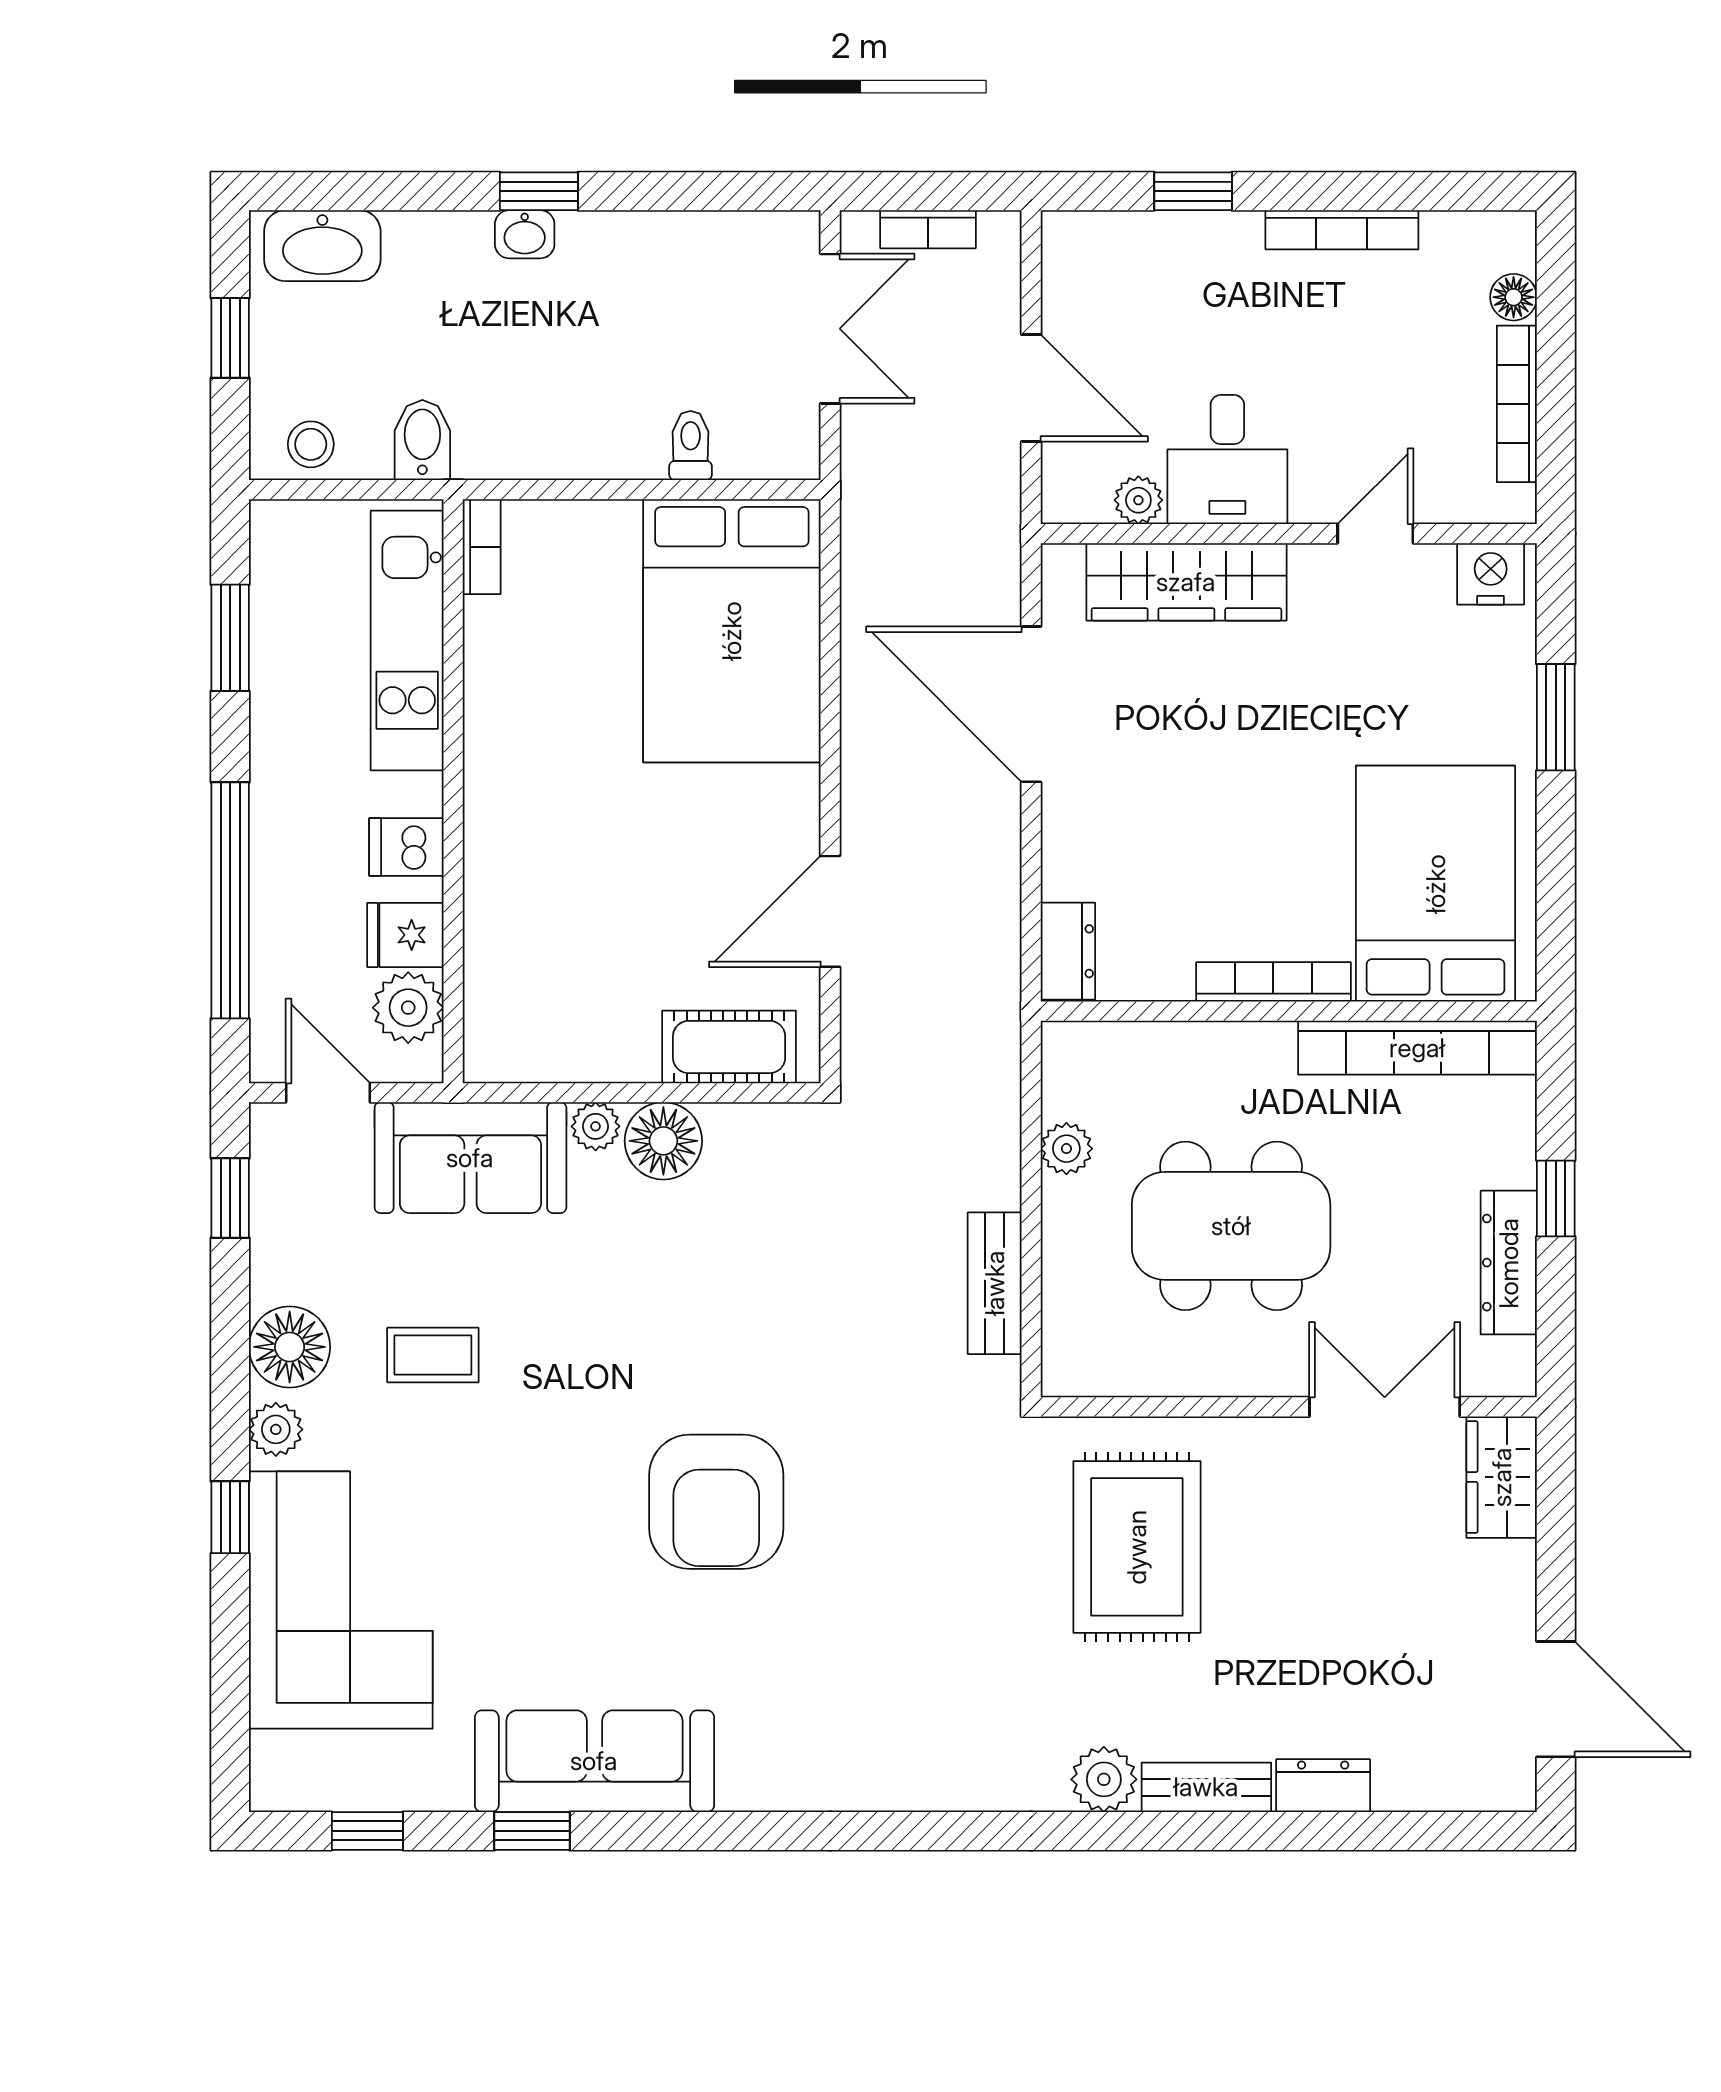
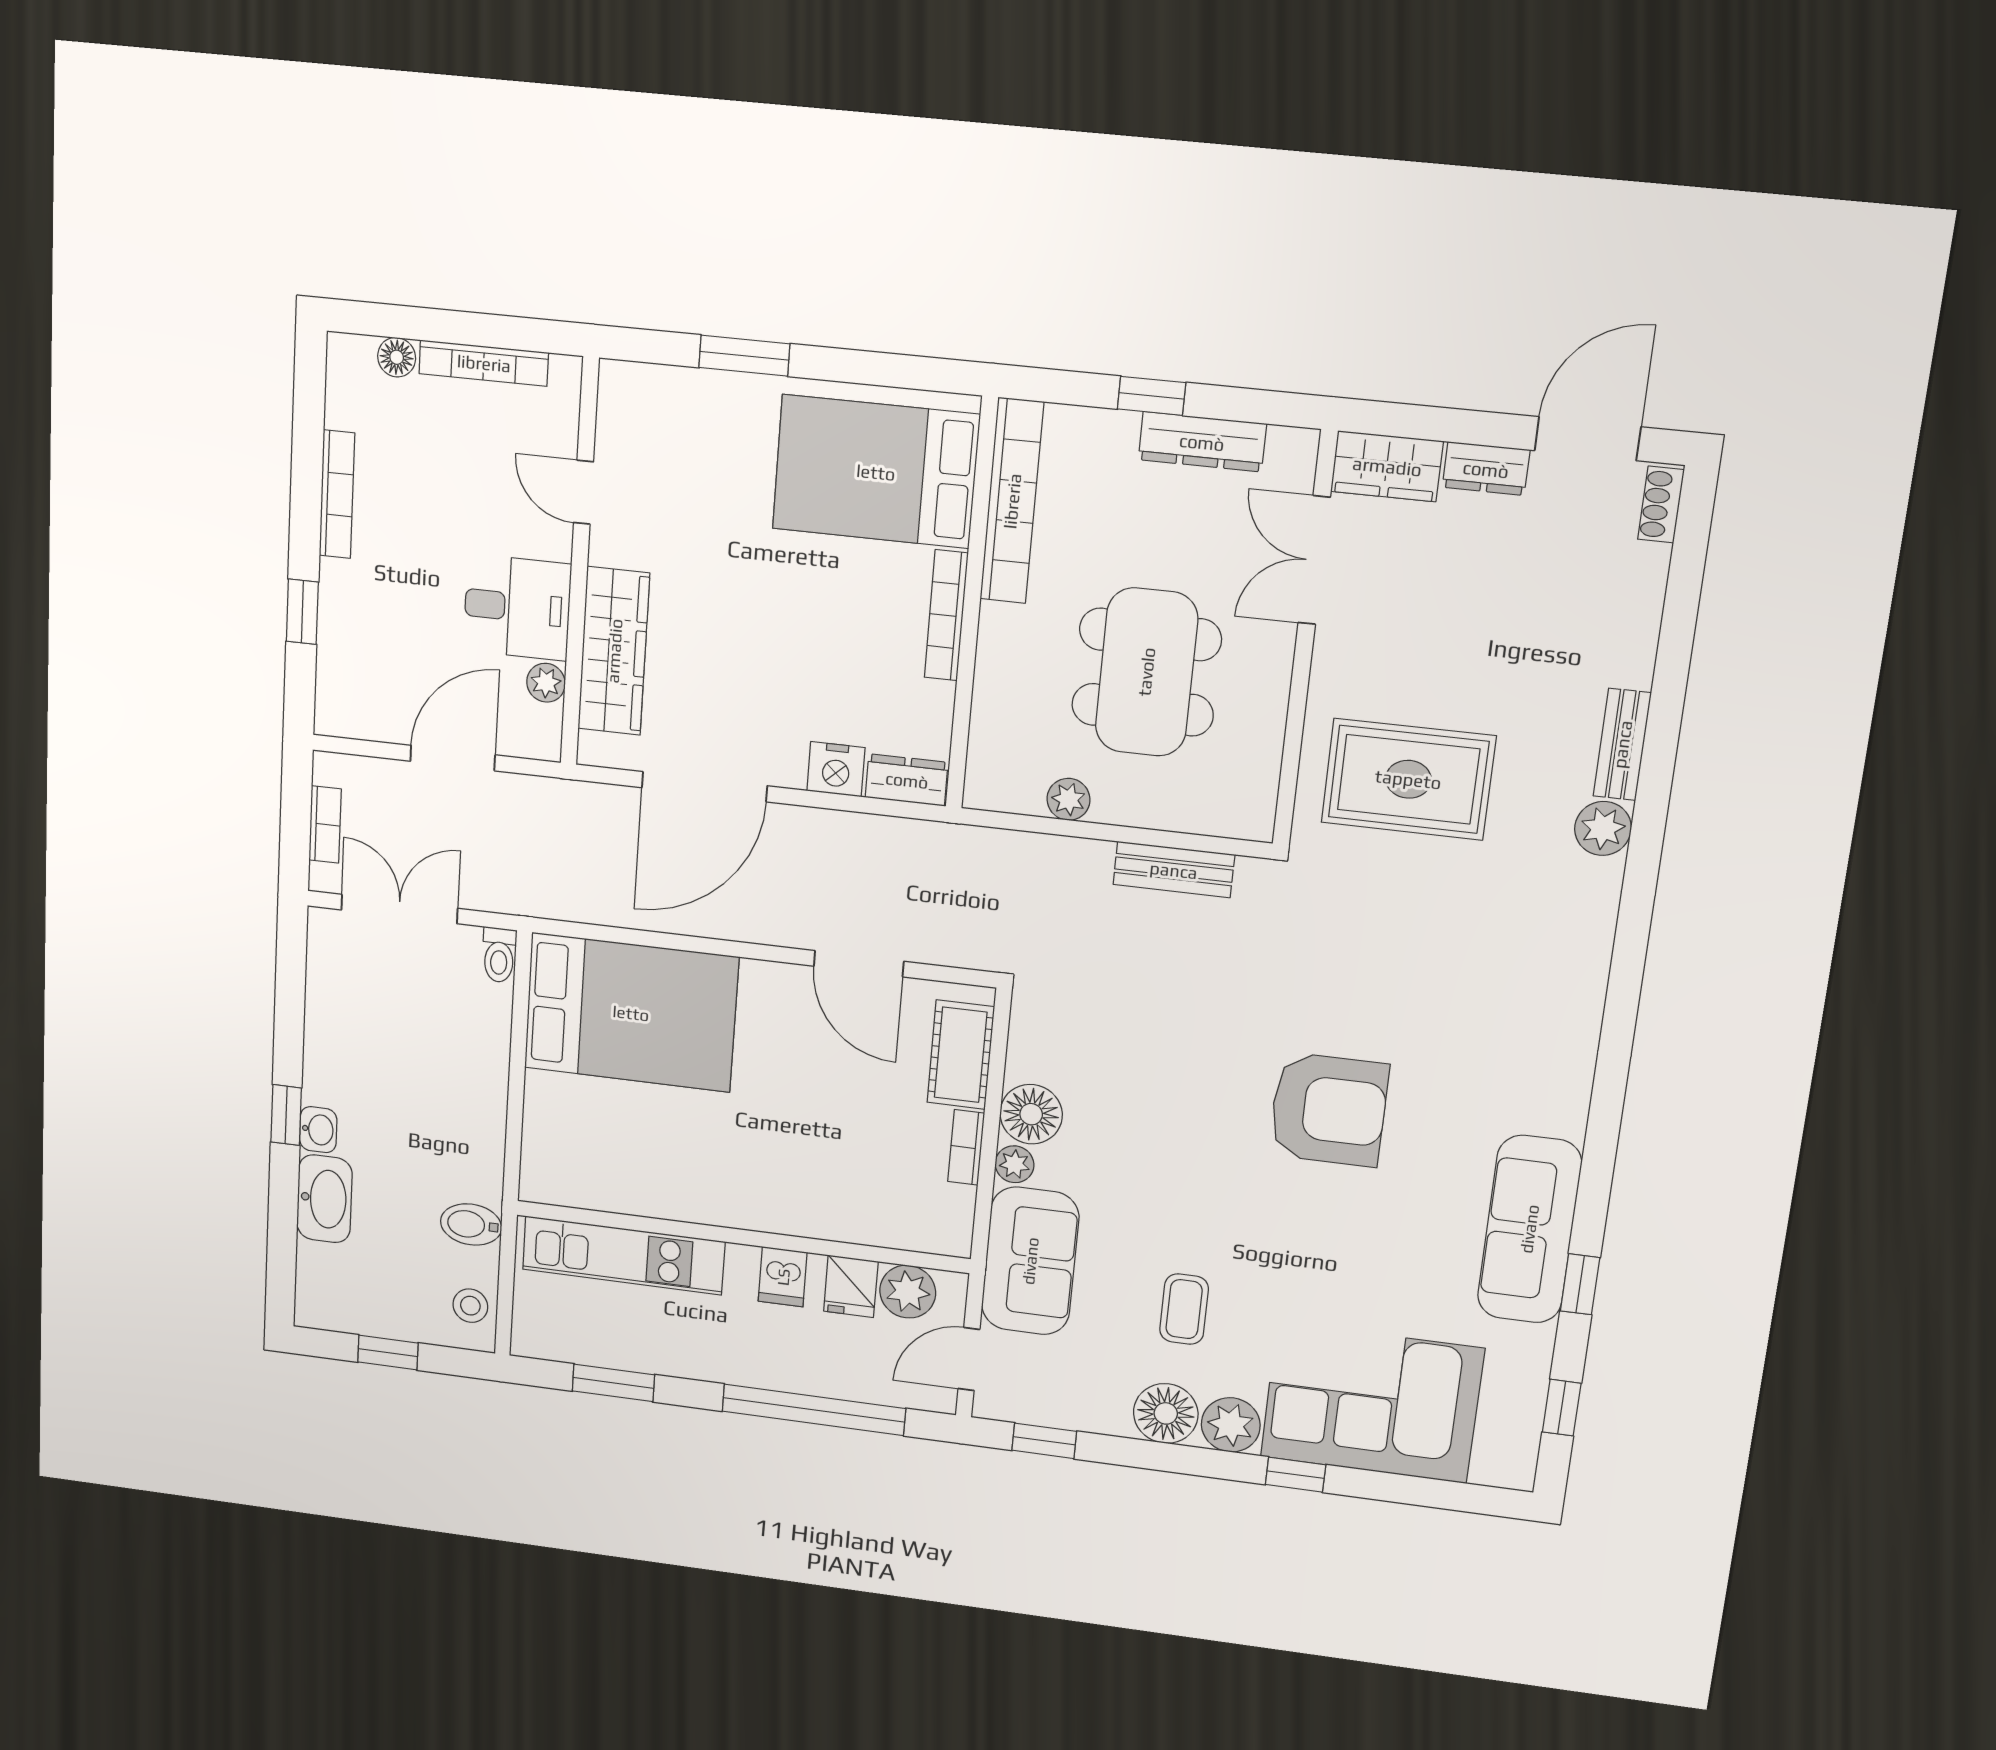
washbasin: (322, 246) -> (324, 1199), moved
toilet: (691, 445) -> (499, 955), moved, turned -90
bookcase: (482, 547) -> (966, 1147), moved, turned -90
nightstand: (1491, 574) -> (836, 769), moved, turned -90
plant: (276, 1429) -> (1231, 1425), width x1.38, depth x1.38
dresser: (1323, 1786) -> (1486, 469), moved, turned -90
shoe rack: (1489, 1792) -> (1661, 505), added

